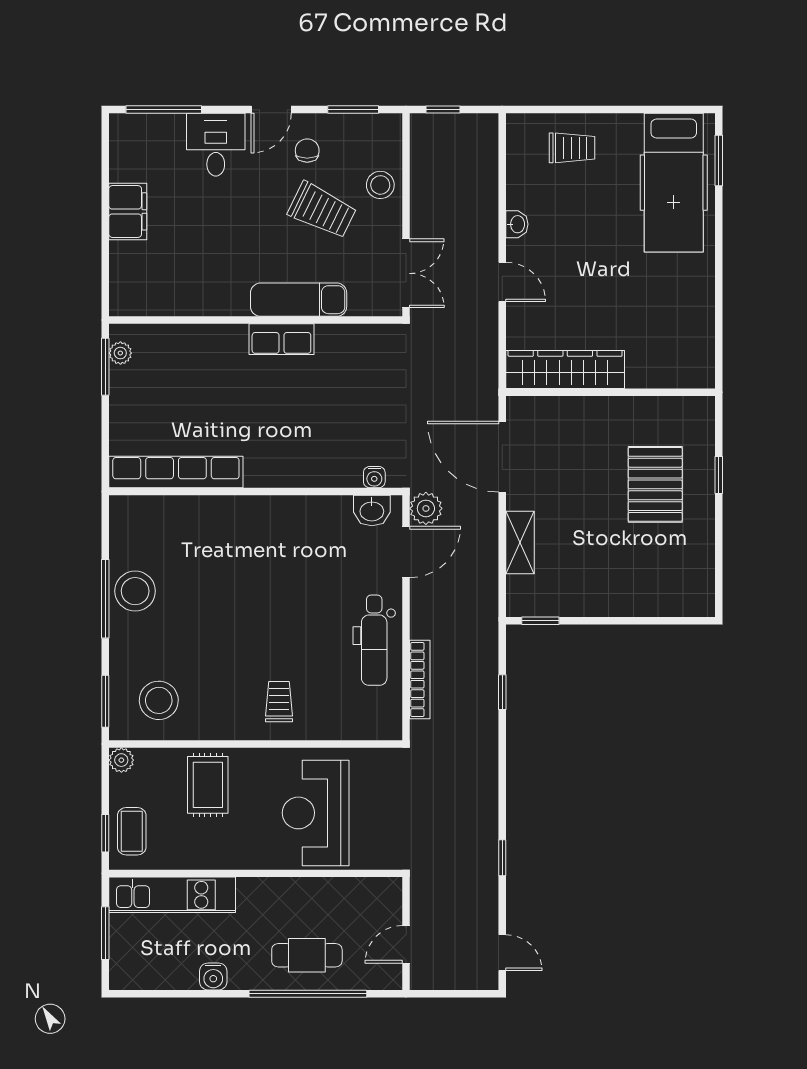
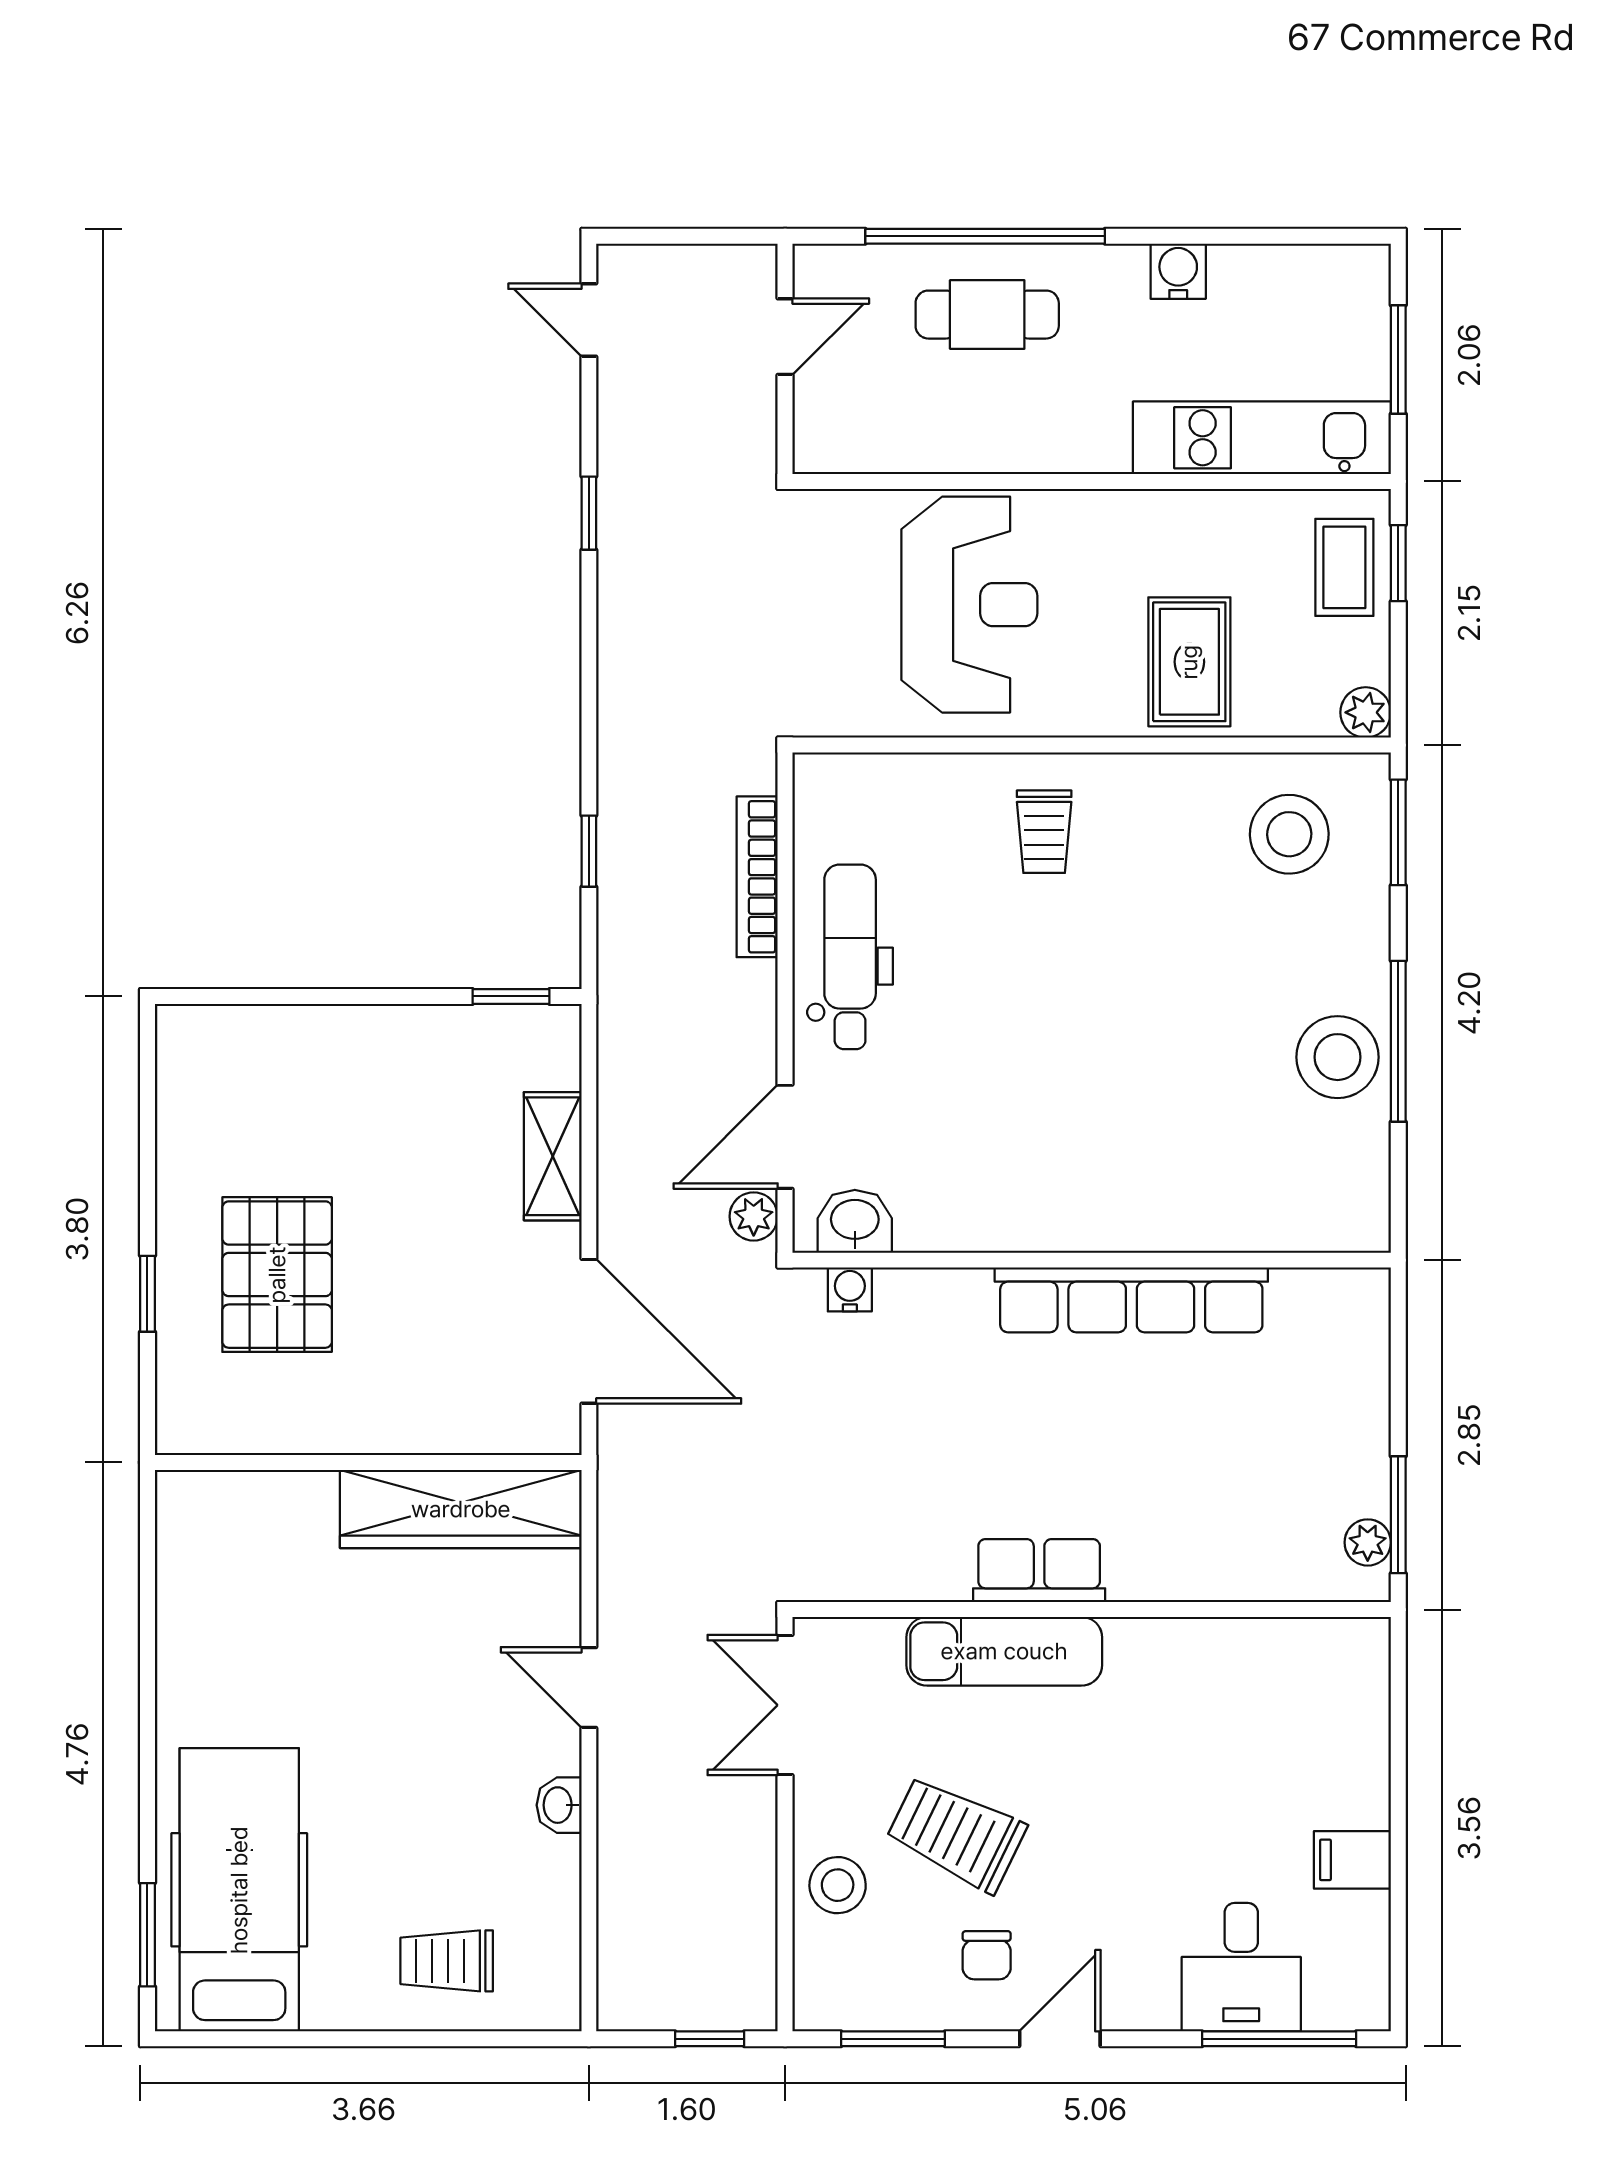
desk: (216, 145) -> (1241, 1967), moved
filing cabinet: (128, 211) -> (1352, 1860), width x0.50
row of seats: (176, 472) -> (1131, 1300), moved
plant: (426, 508) -> (754, 1216), width x0.73, depth x0.73

